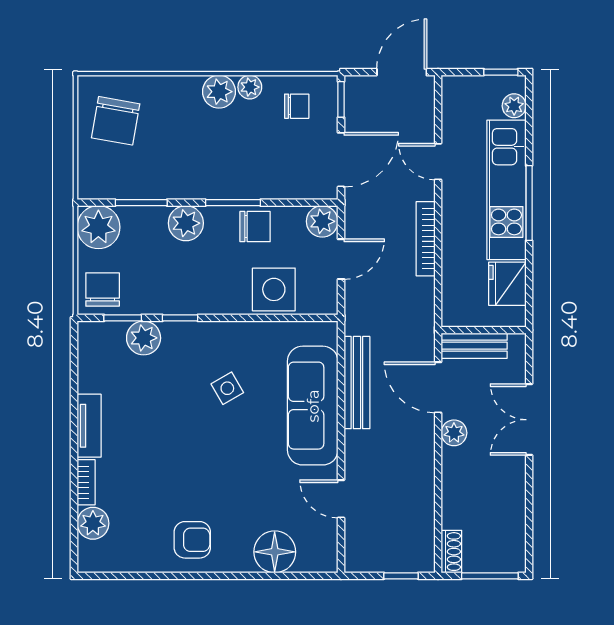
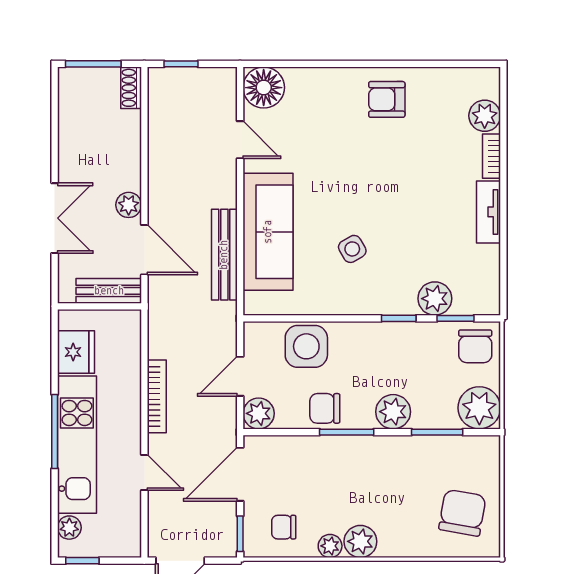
floor lamp: (275, 552) -> (264, 88), moved

